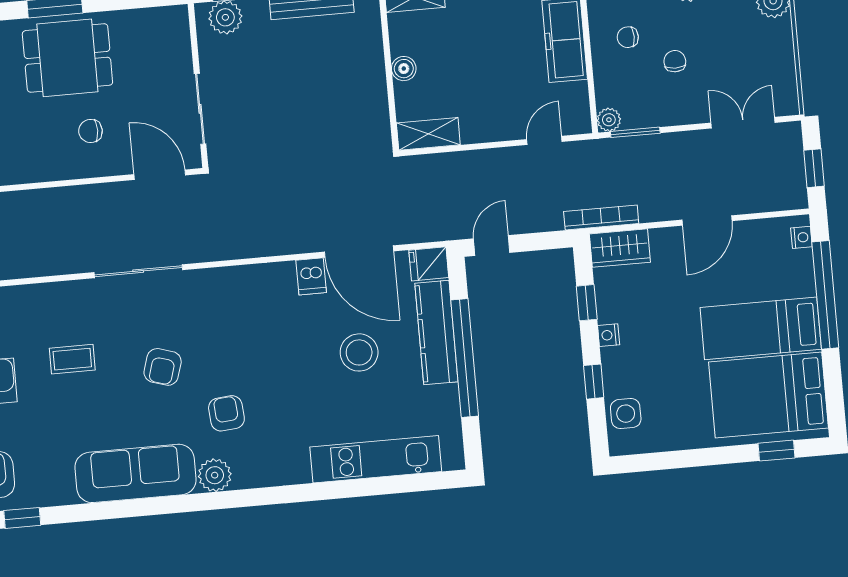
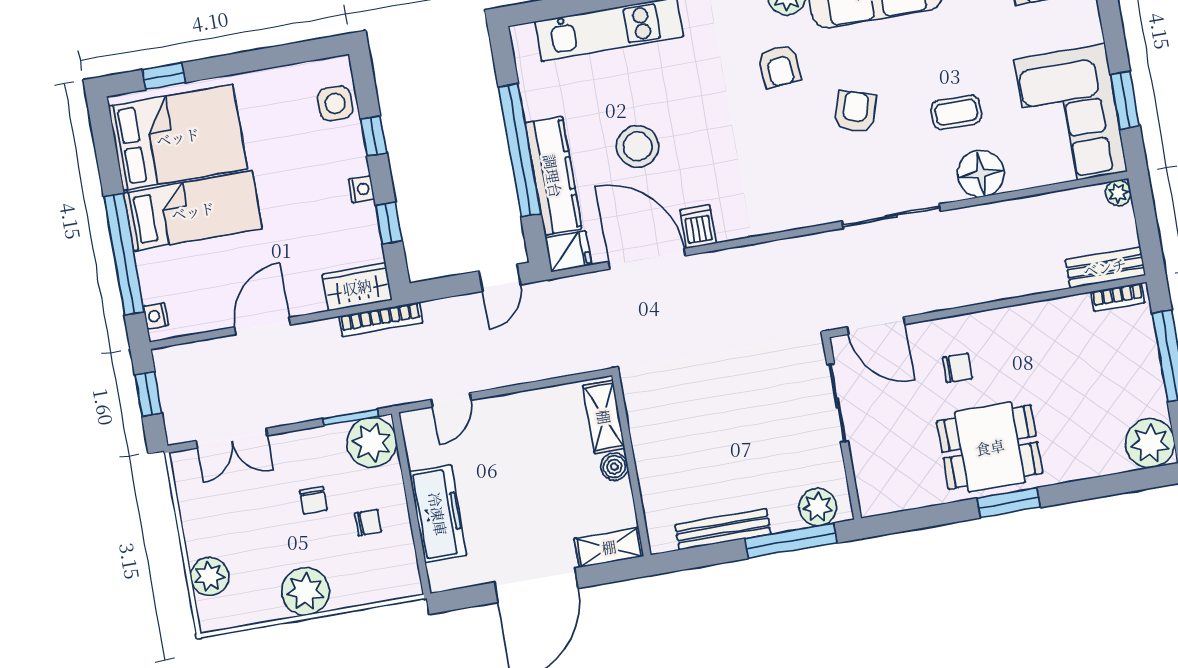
plant: (609, 120) -> (372, 442), width x1.88, depth x1.88
shelving: (428, 134) -> (604, 417), moved, turned 90
floor lamp: (55, 302) -> (981, 174), added

